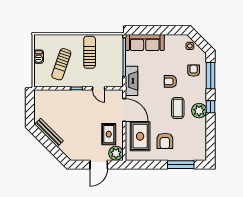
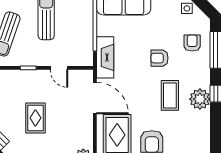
rug: (109, 134) -> (35, 118), moved

